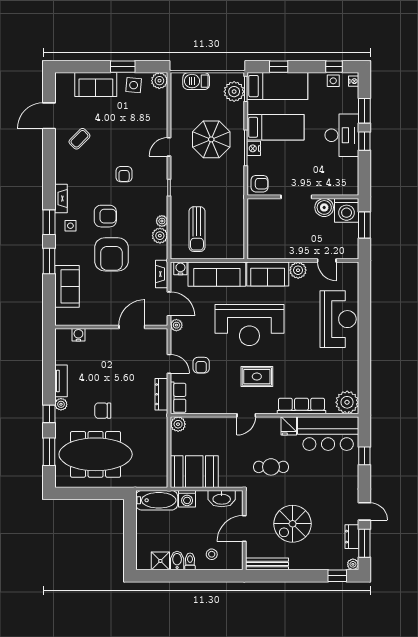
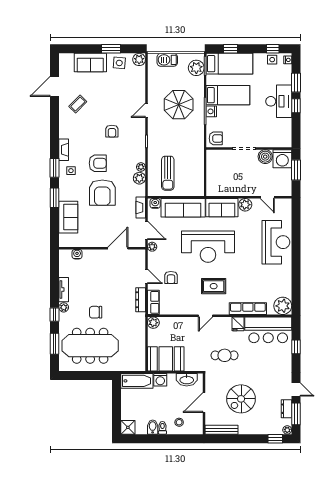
shower: (160, 561) -> (128, 427), moved

